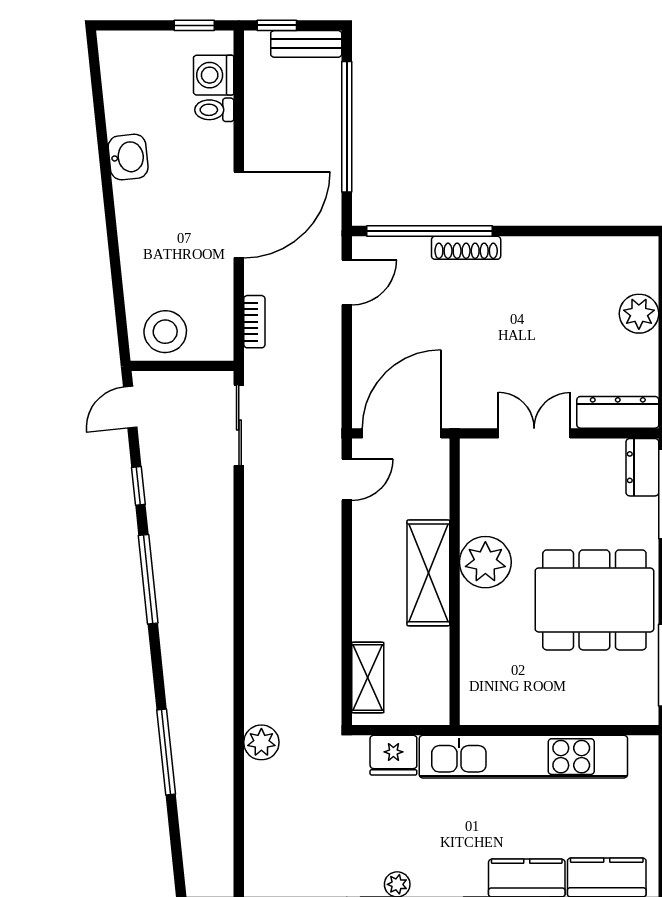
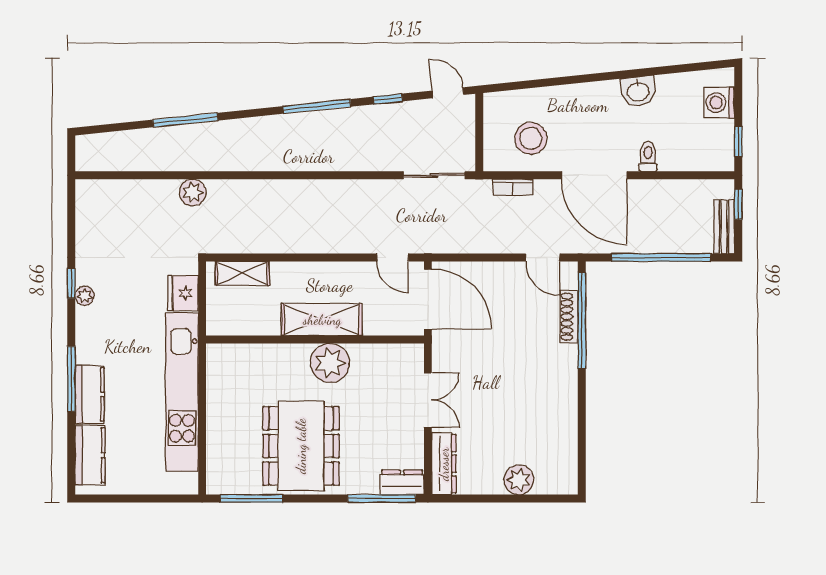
washing machine: (214, 75) -> (719, 103), moved, turned -90
toilet: (214, 110) -> (648, 157), moved
shoe rack: (466, 248) -> (569, 317), moved
stool: (165, 332) -> (531, 138), moved

